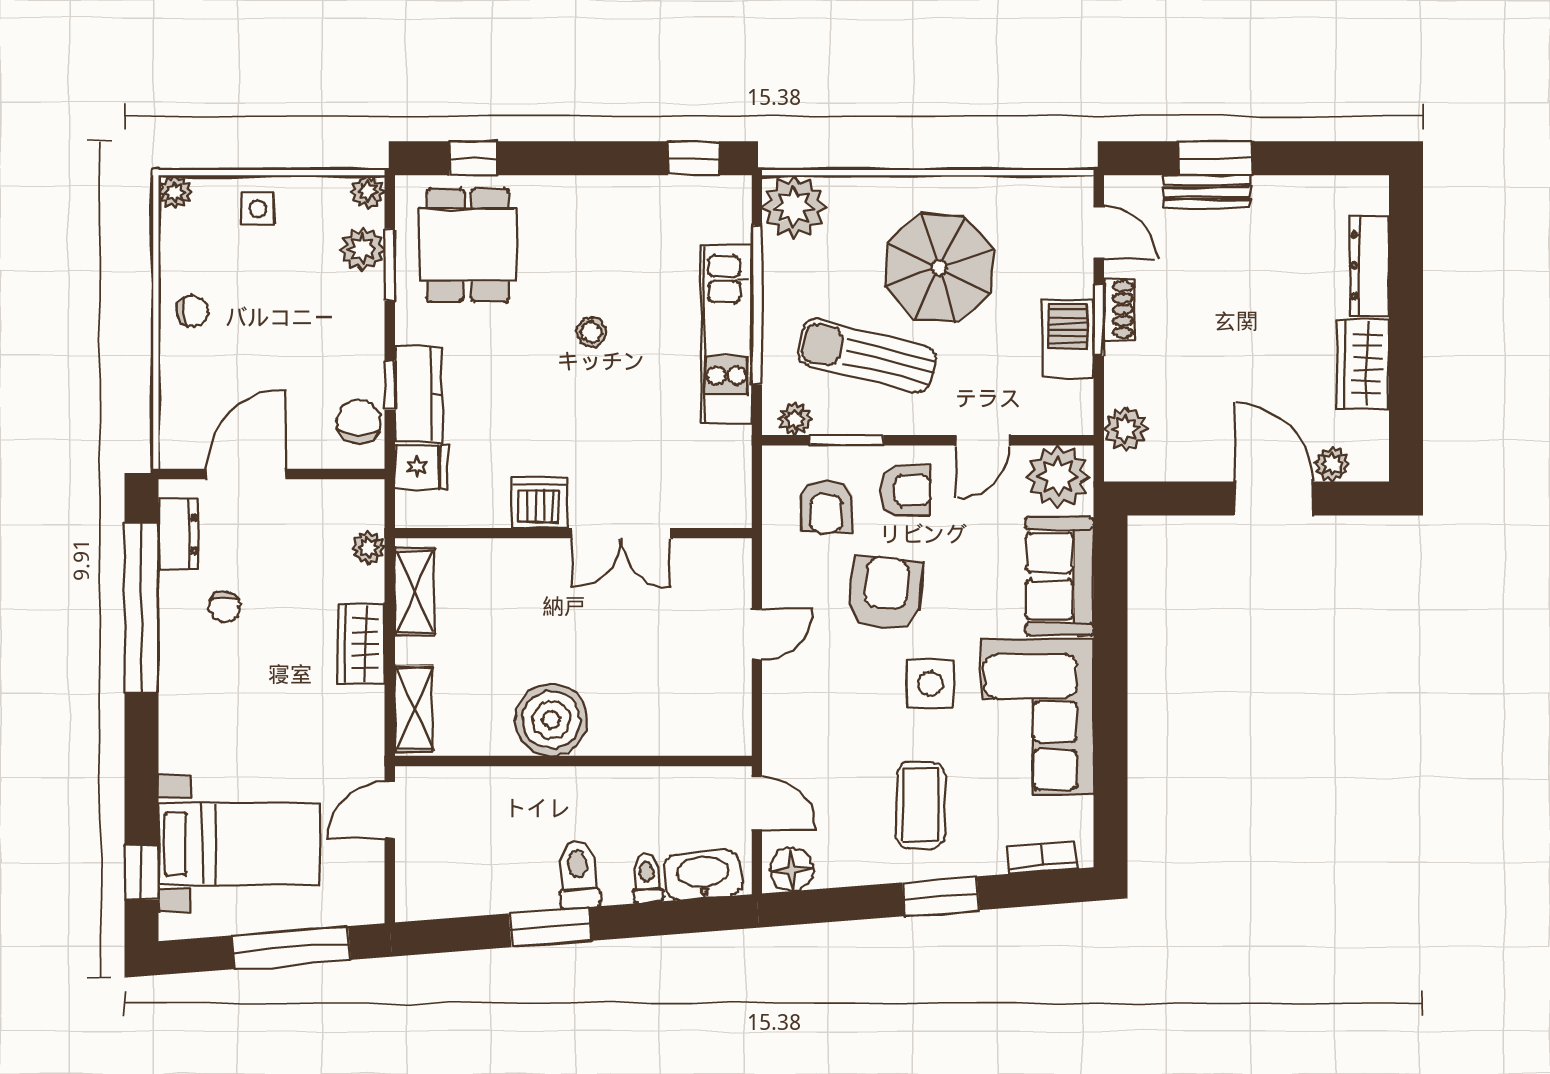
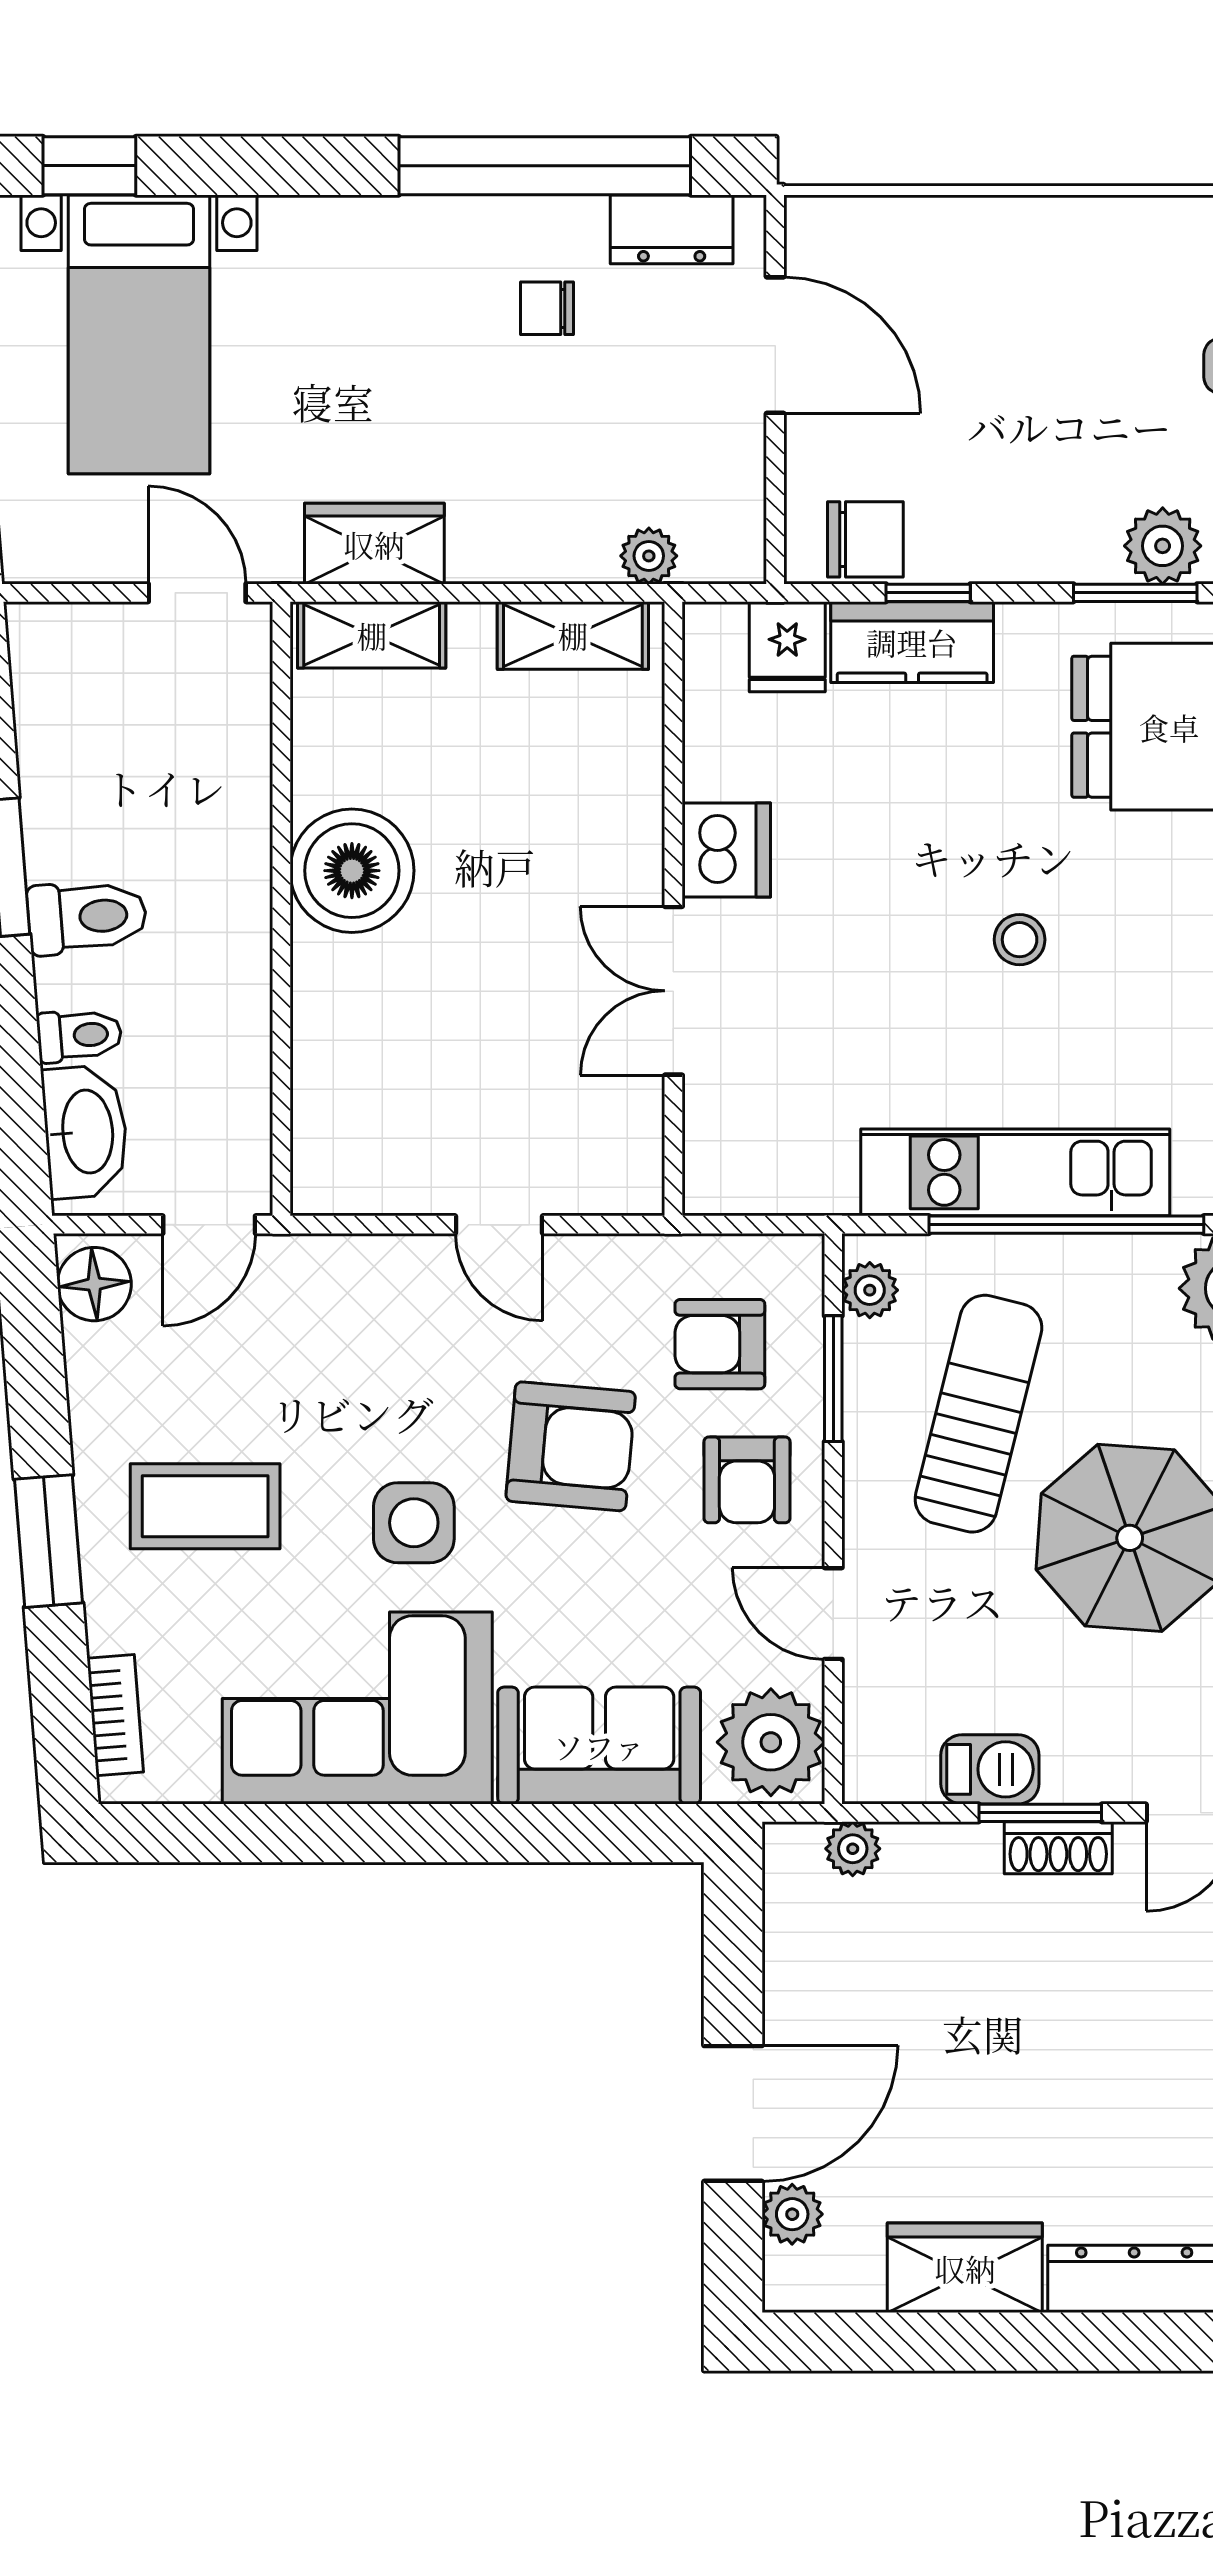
chair: (193, 311) -> (1056, 253), removed
barbecue: (1068, 338) -> (990, 1769), width x0.73, depth x0.79
plant: (1126, 429) -> (853, 1849), width x0.73, depth x0.73
wardrobe: (361, 644) -> (374, 544), moved

